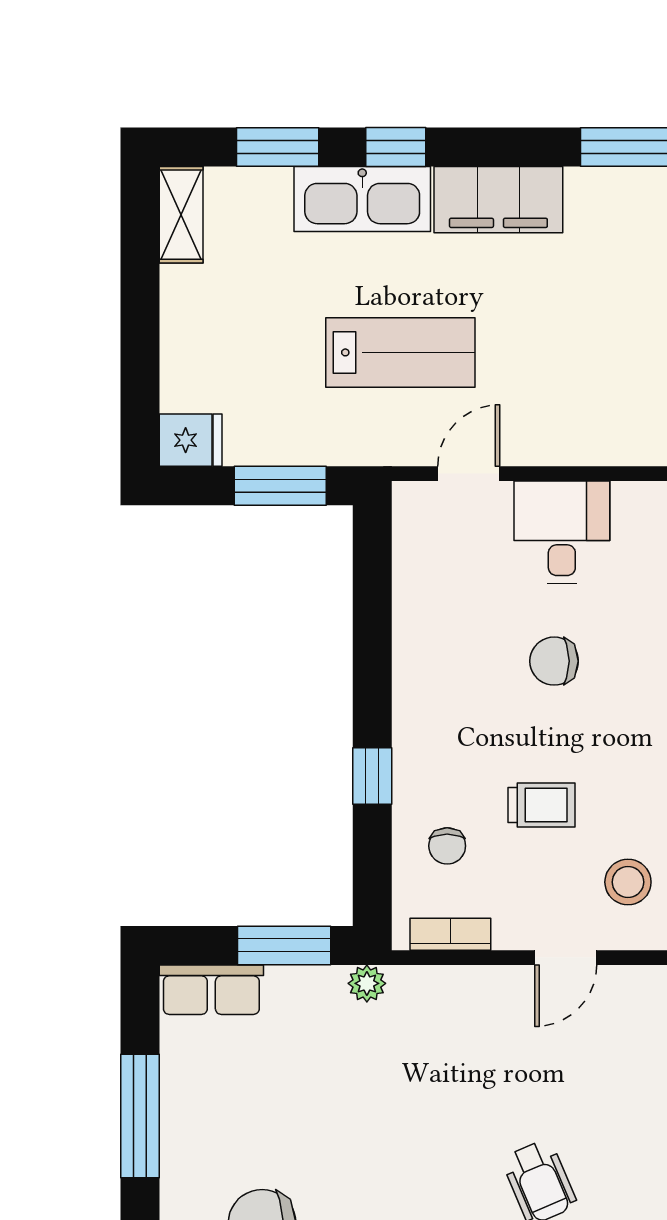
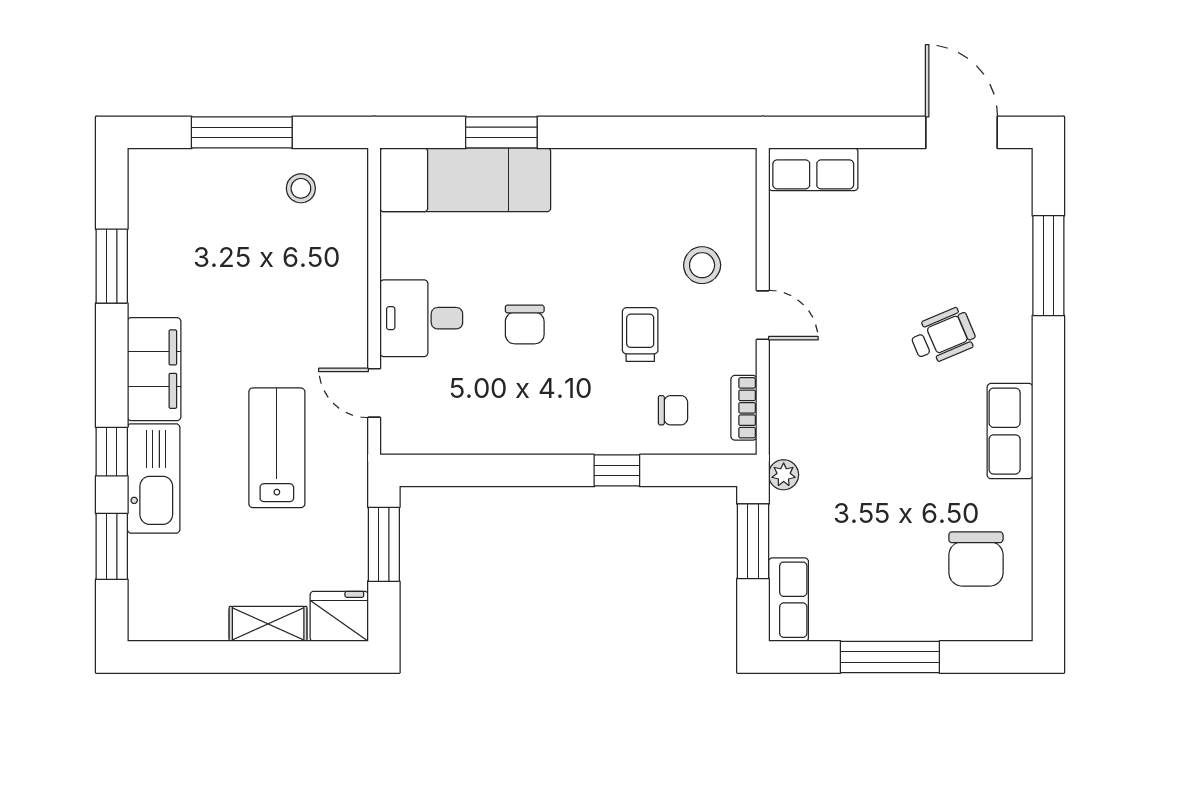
shelving: (181, 215) -> (268, 624), moved
fridge: (191, 440) -> (339, 616), width x1.38

